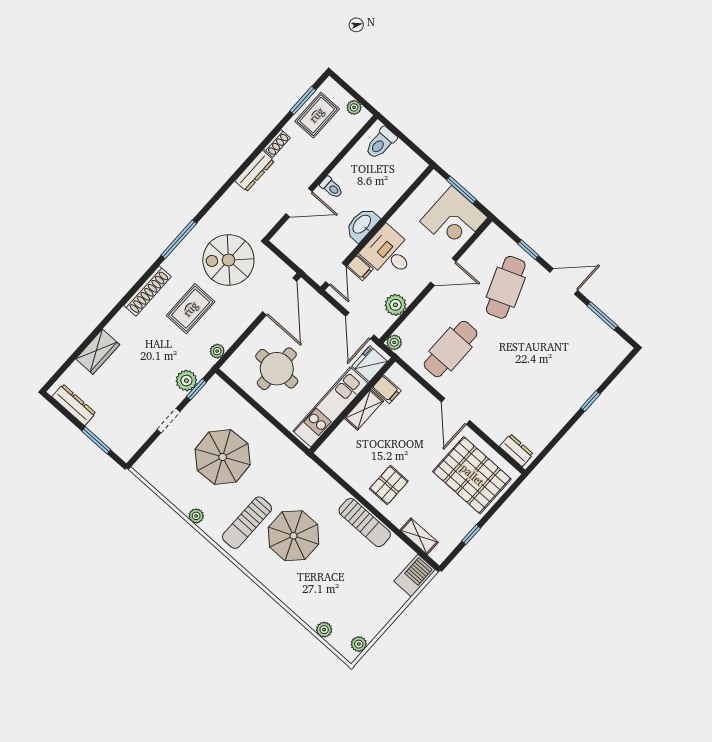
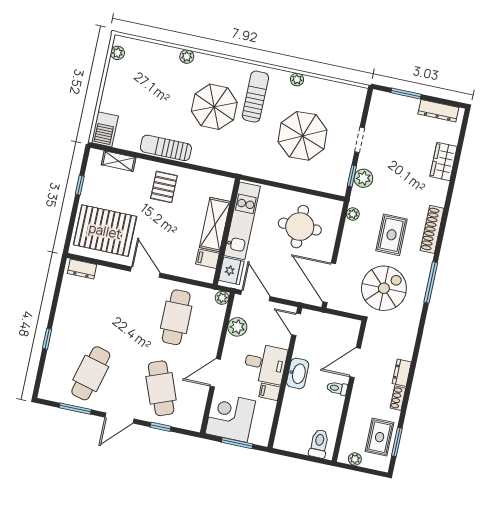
dresser: (255, 171) -> (402, 373), width x0.70
filing cabinet: (360, 268) -> (270, 392), moved
cafe table: (567, 342) -> (91, 373), added
shelving: (364, 410) -> (215, 225), width x1.50, depth x1.33
plant: (324, 630) -> (187, 57), moved

